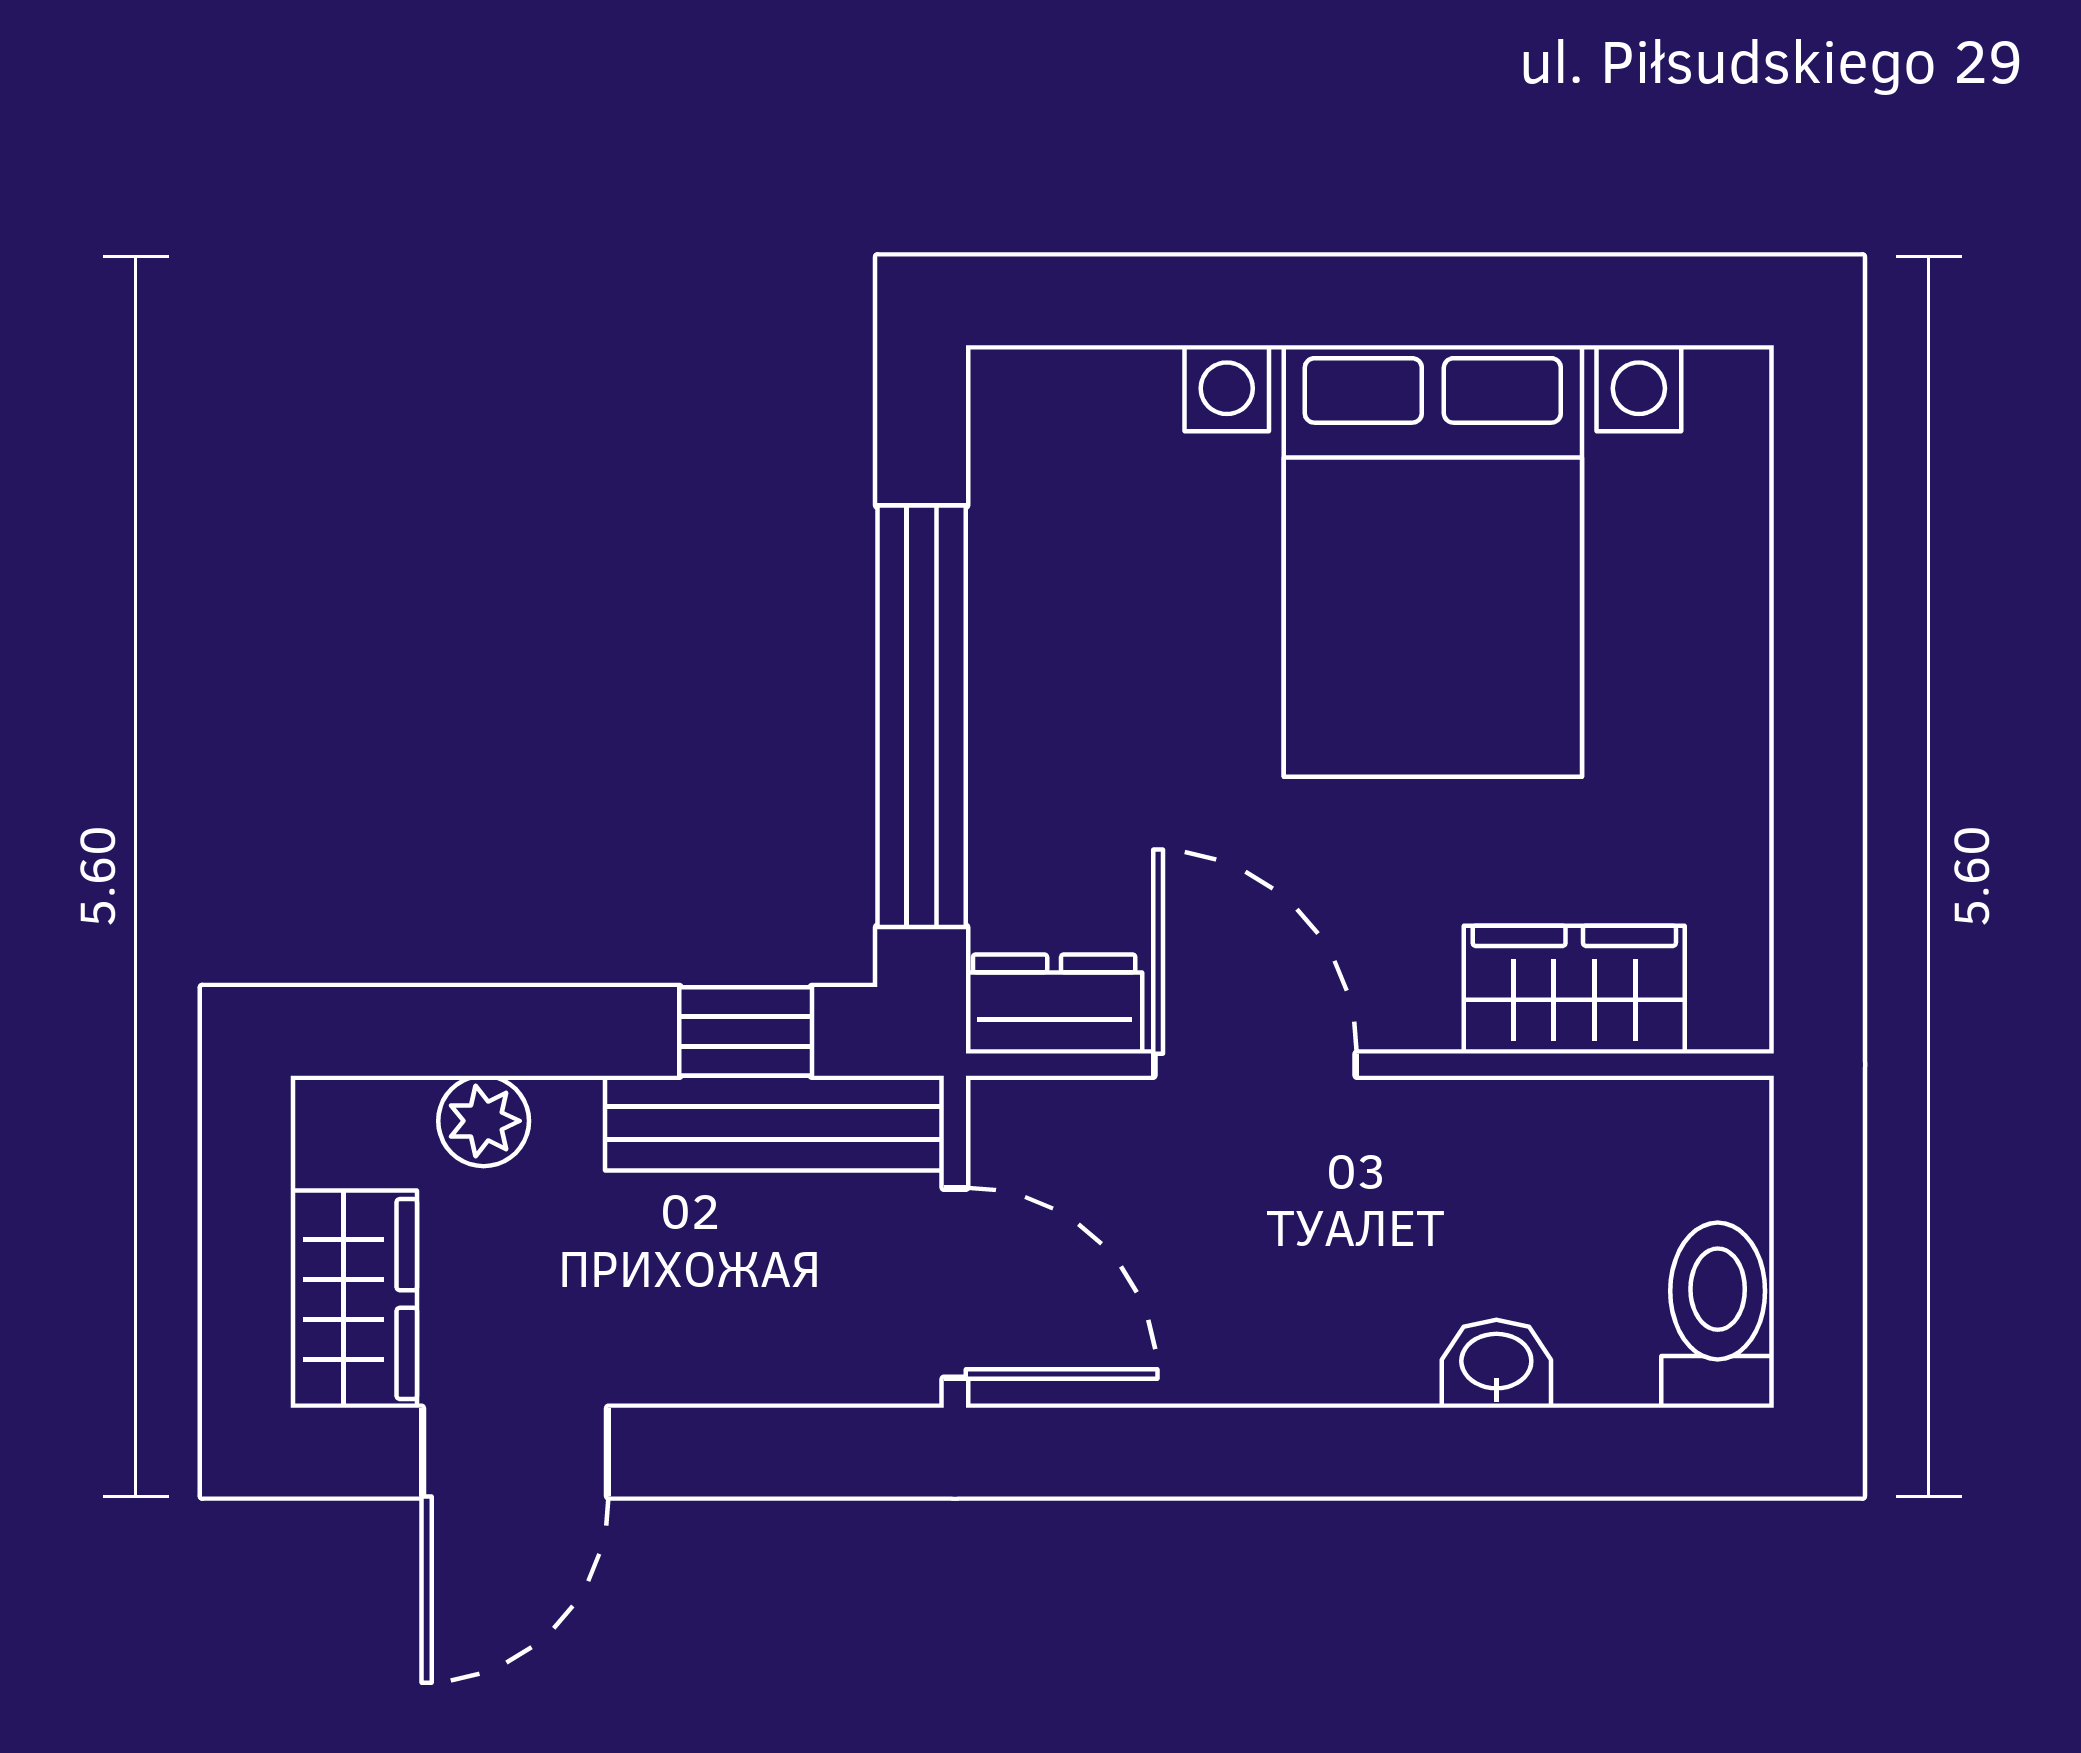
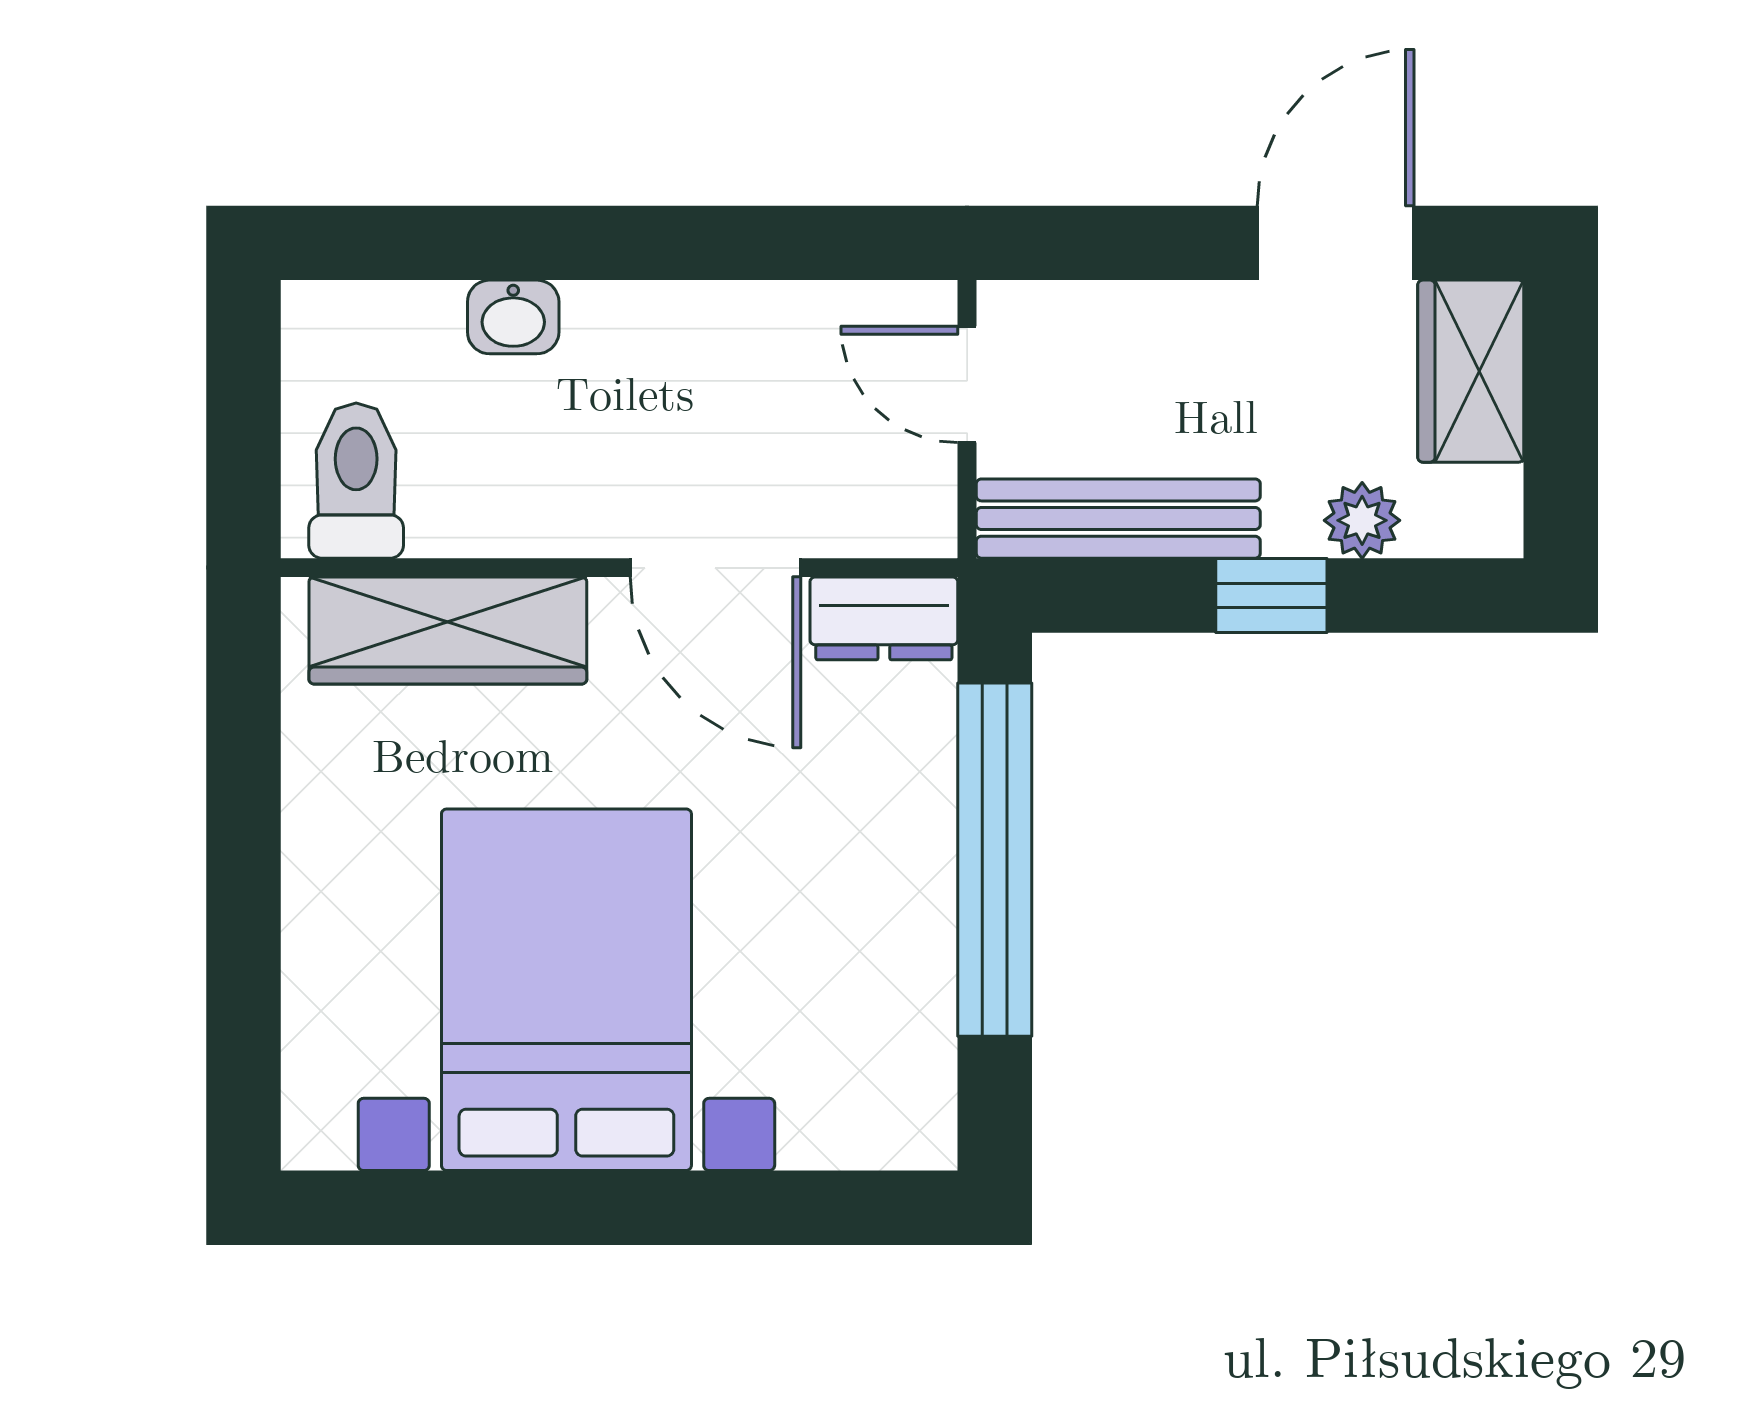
wardrobe: (1574, 990) -> (448, 630), width x1.50
window: (746, 1031) -> (1271, 595), moved
door: (955, 1283) -> (967, 384), width x0.73
toilet: (1718, 1315) -> (356, 481), moved, turned 180

